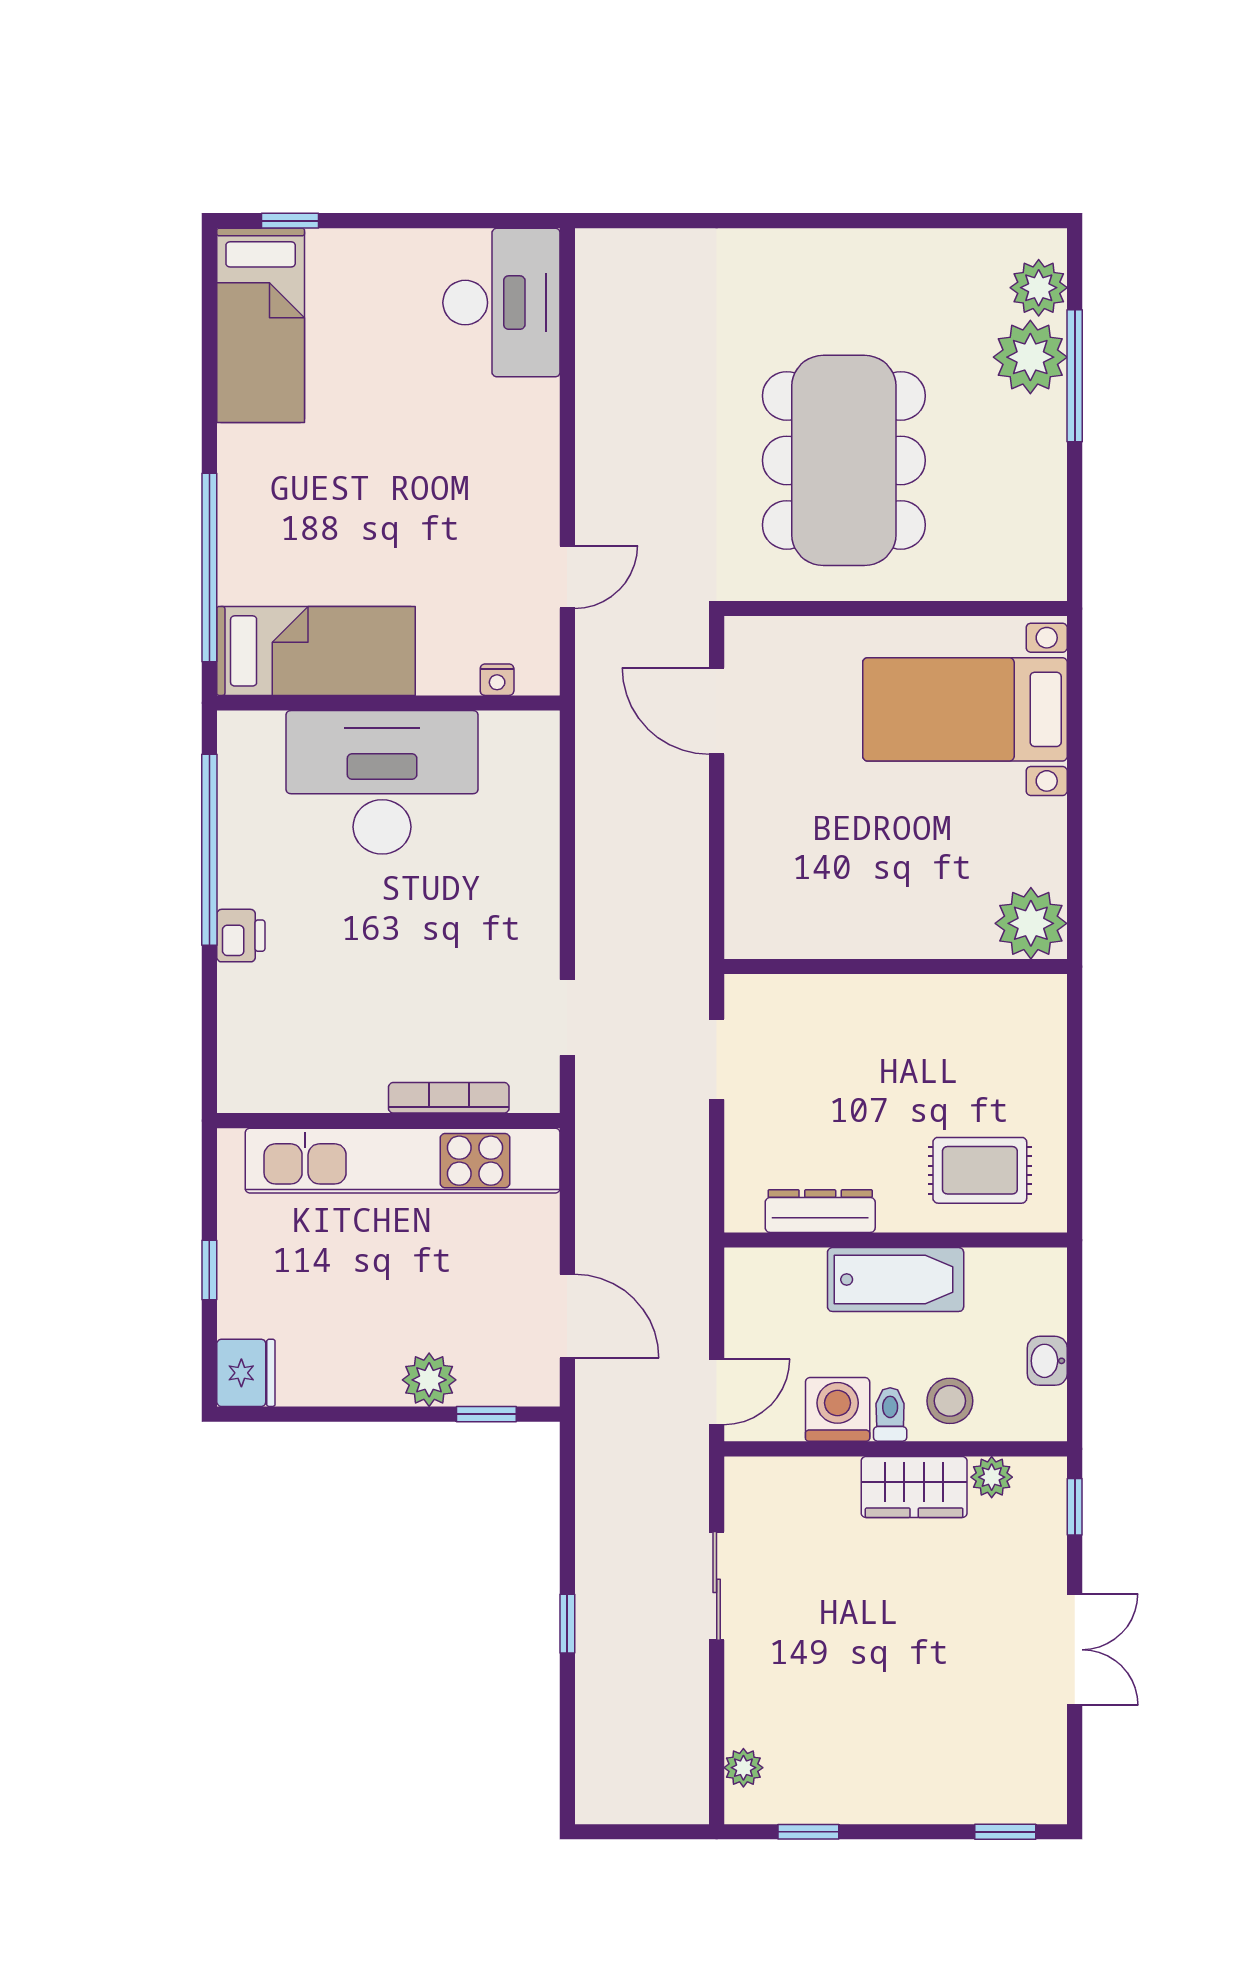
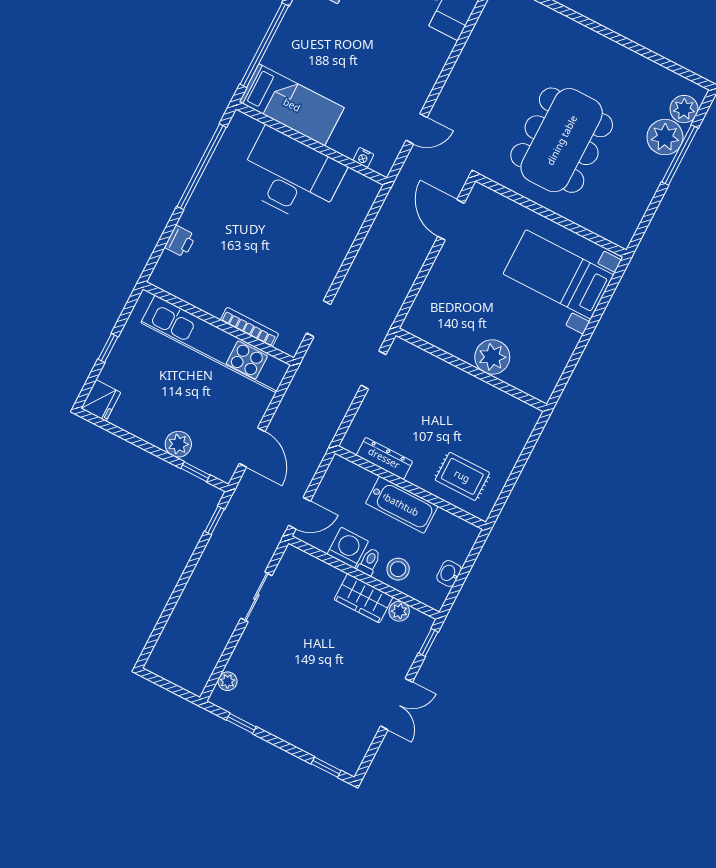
plant: (1031, 923) -> (492, 357), moved
printer: (241, 936) -> (180, 241), moved
window: (567, 1624) -> (214, 520), moved

